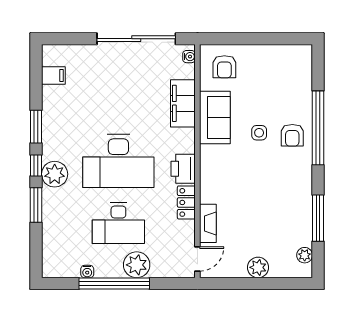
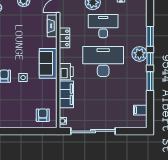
sofa: (215, 118) -> (48, 63), moved
printer: (183, 169) -> (66, 72), moved

